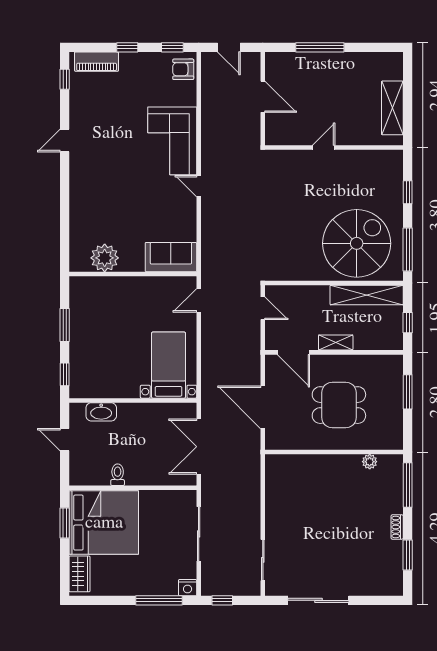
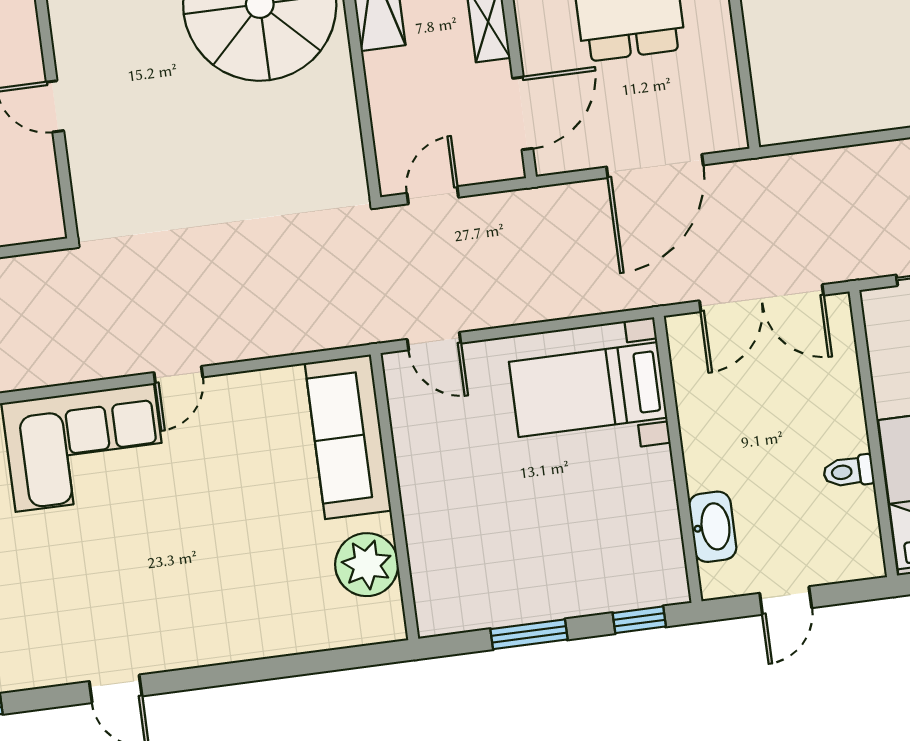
sofa: (171, 257) -> (348, 437), width x1.36

